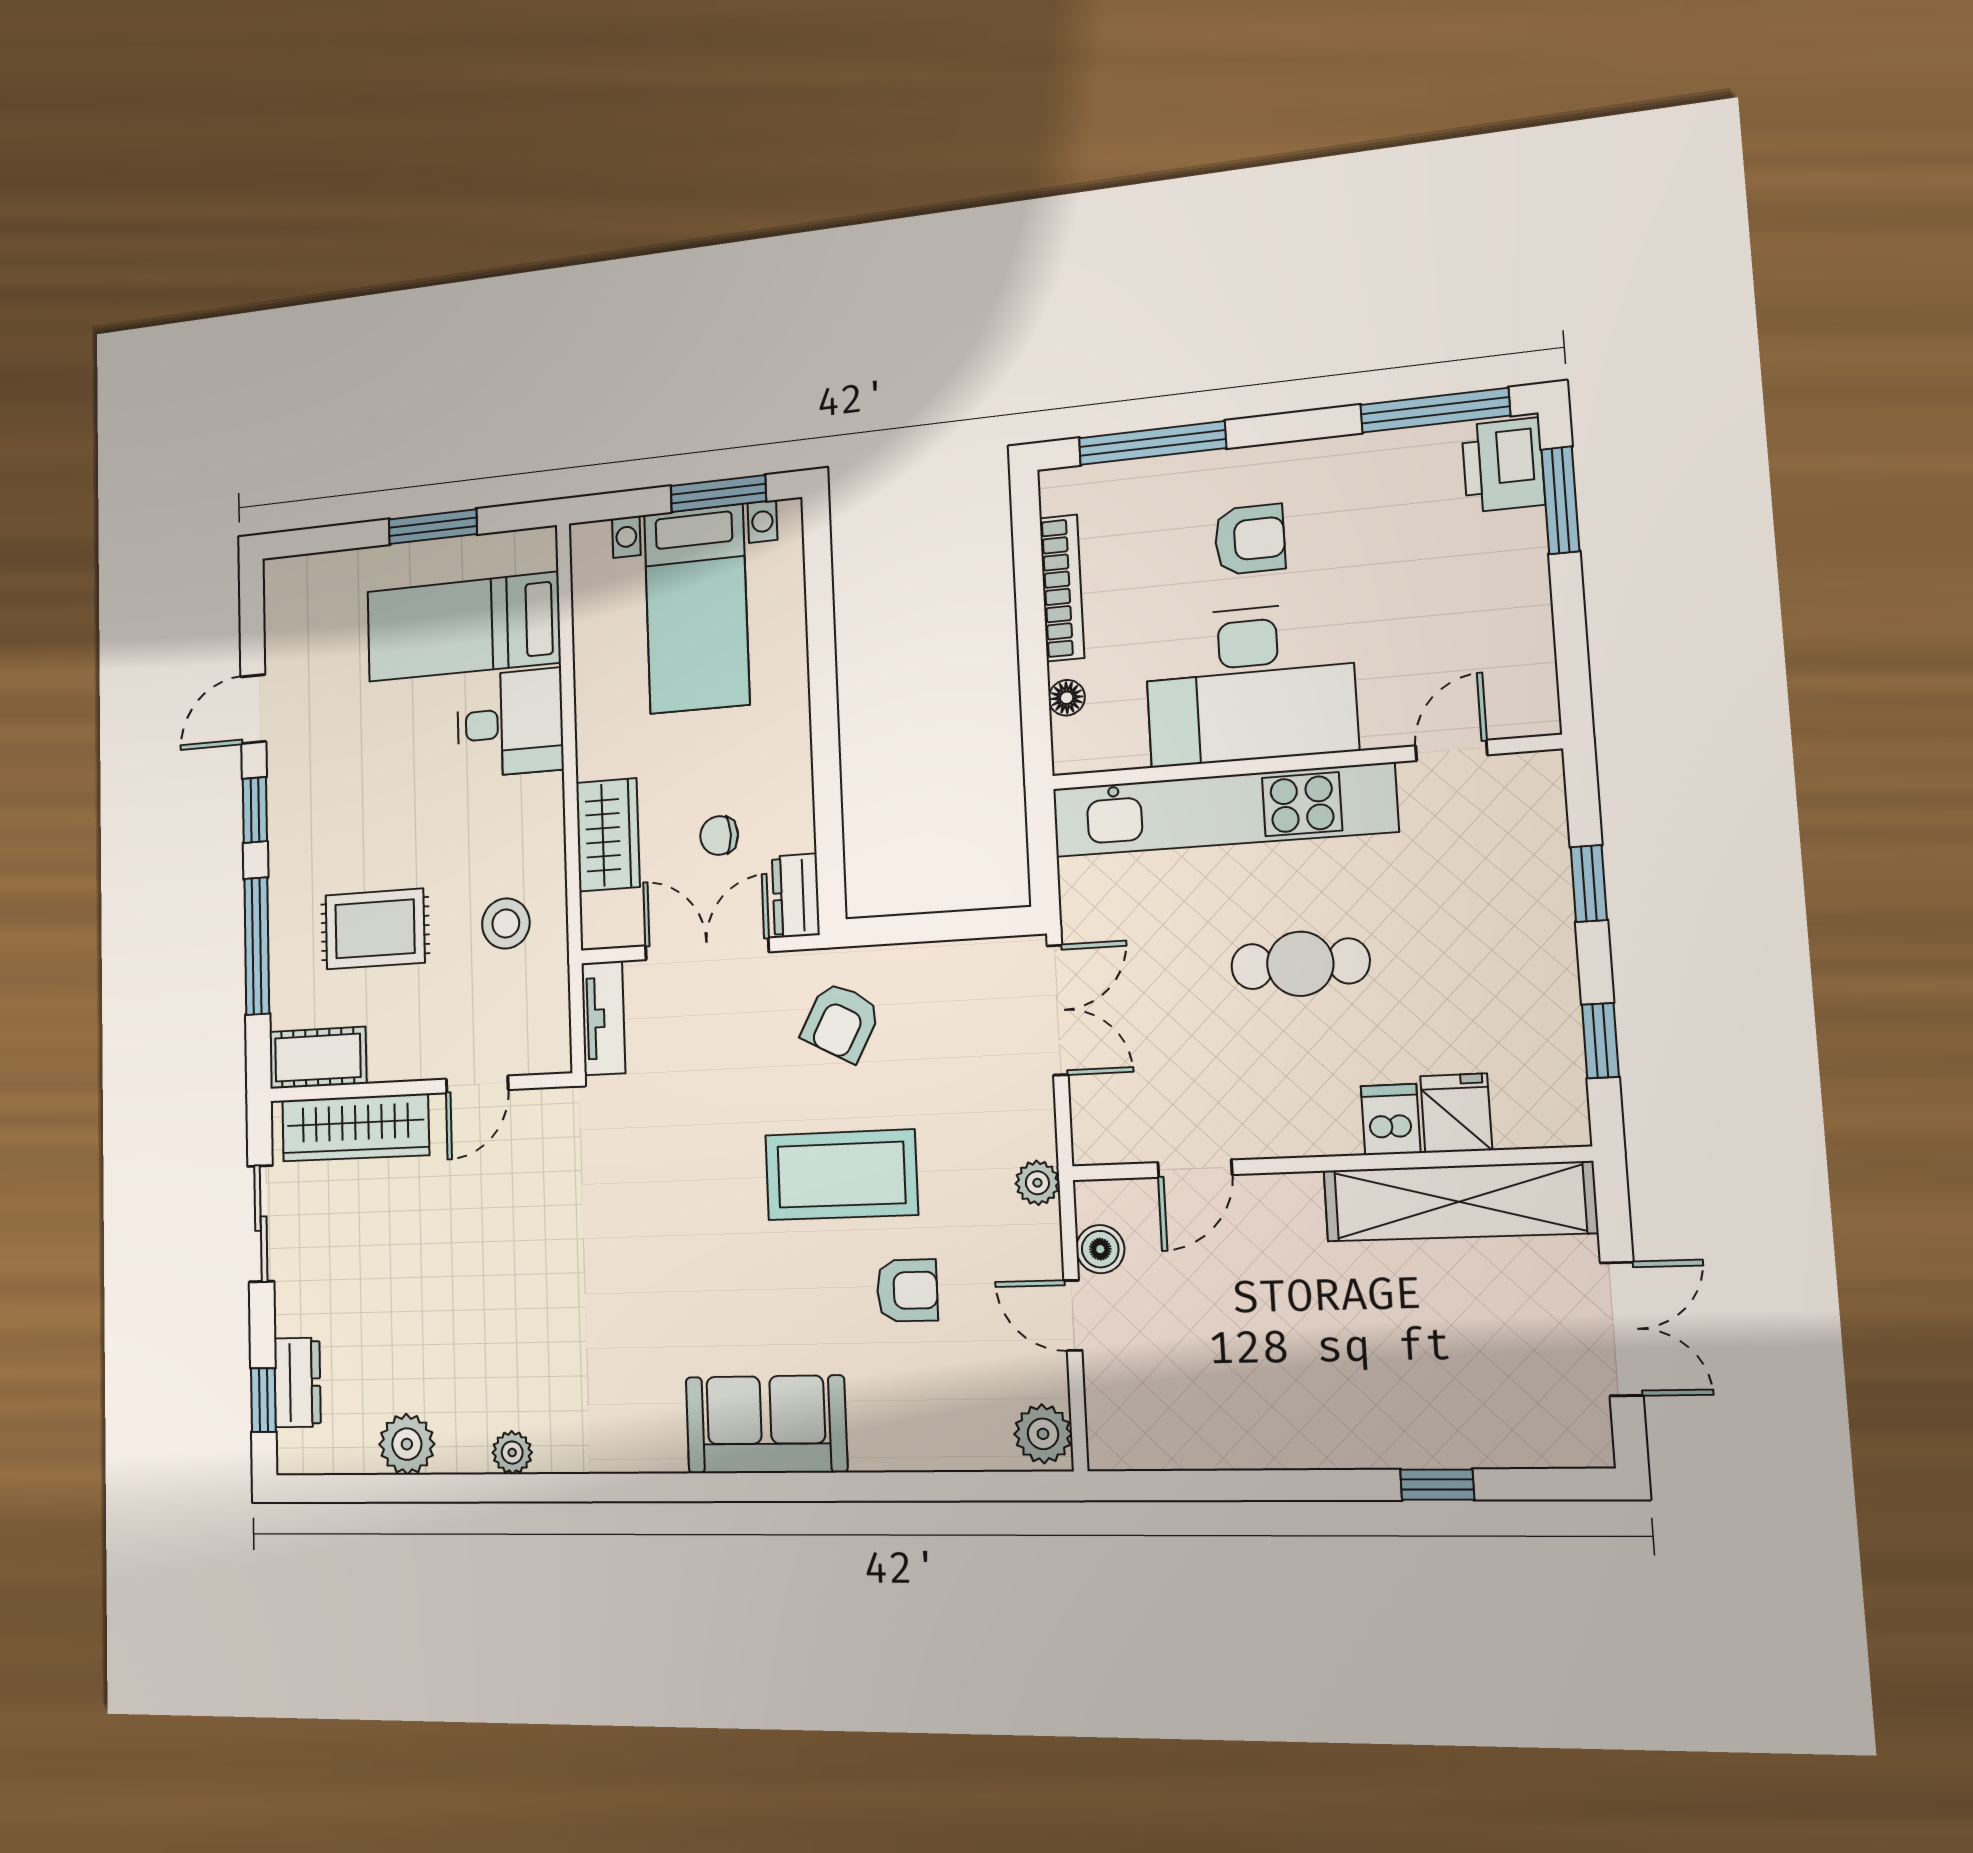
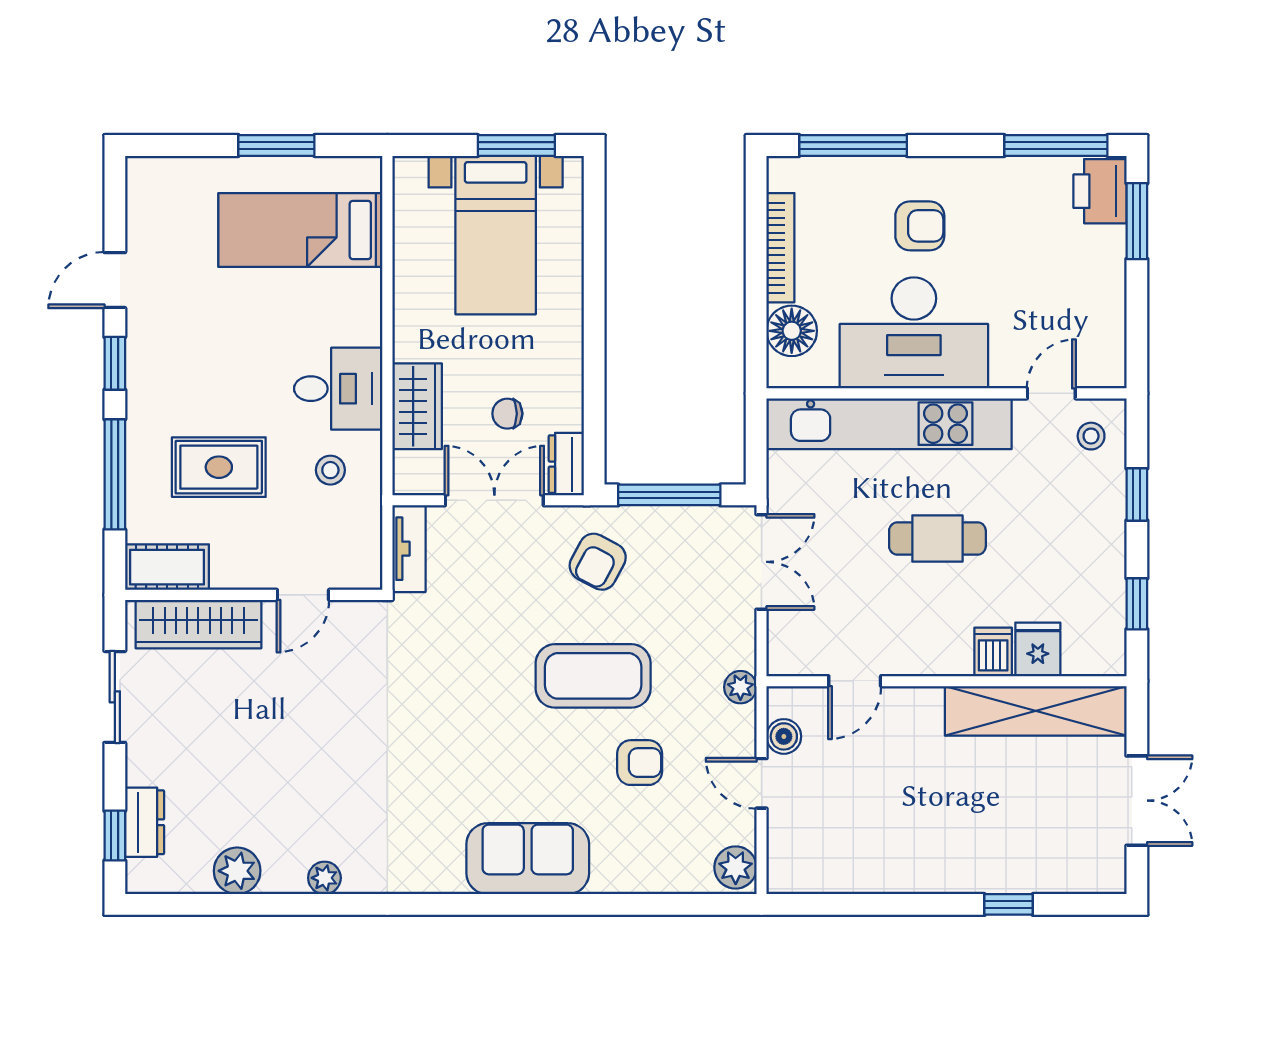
floor lamp: (1067, 698) -> (792, 331), width x1.89, depth x1.89
desk: (510, 723) -> (338, 389), moved
stool: (1514, 806) -> (1091, 436), added
stool: (506, 923) -> (330, 470), width x0.73, depth x0.73
window: (930, 927) -> (669, 495), added

